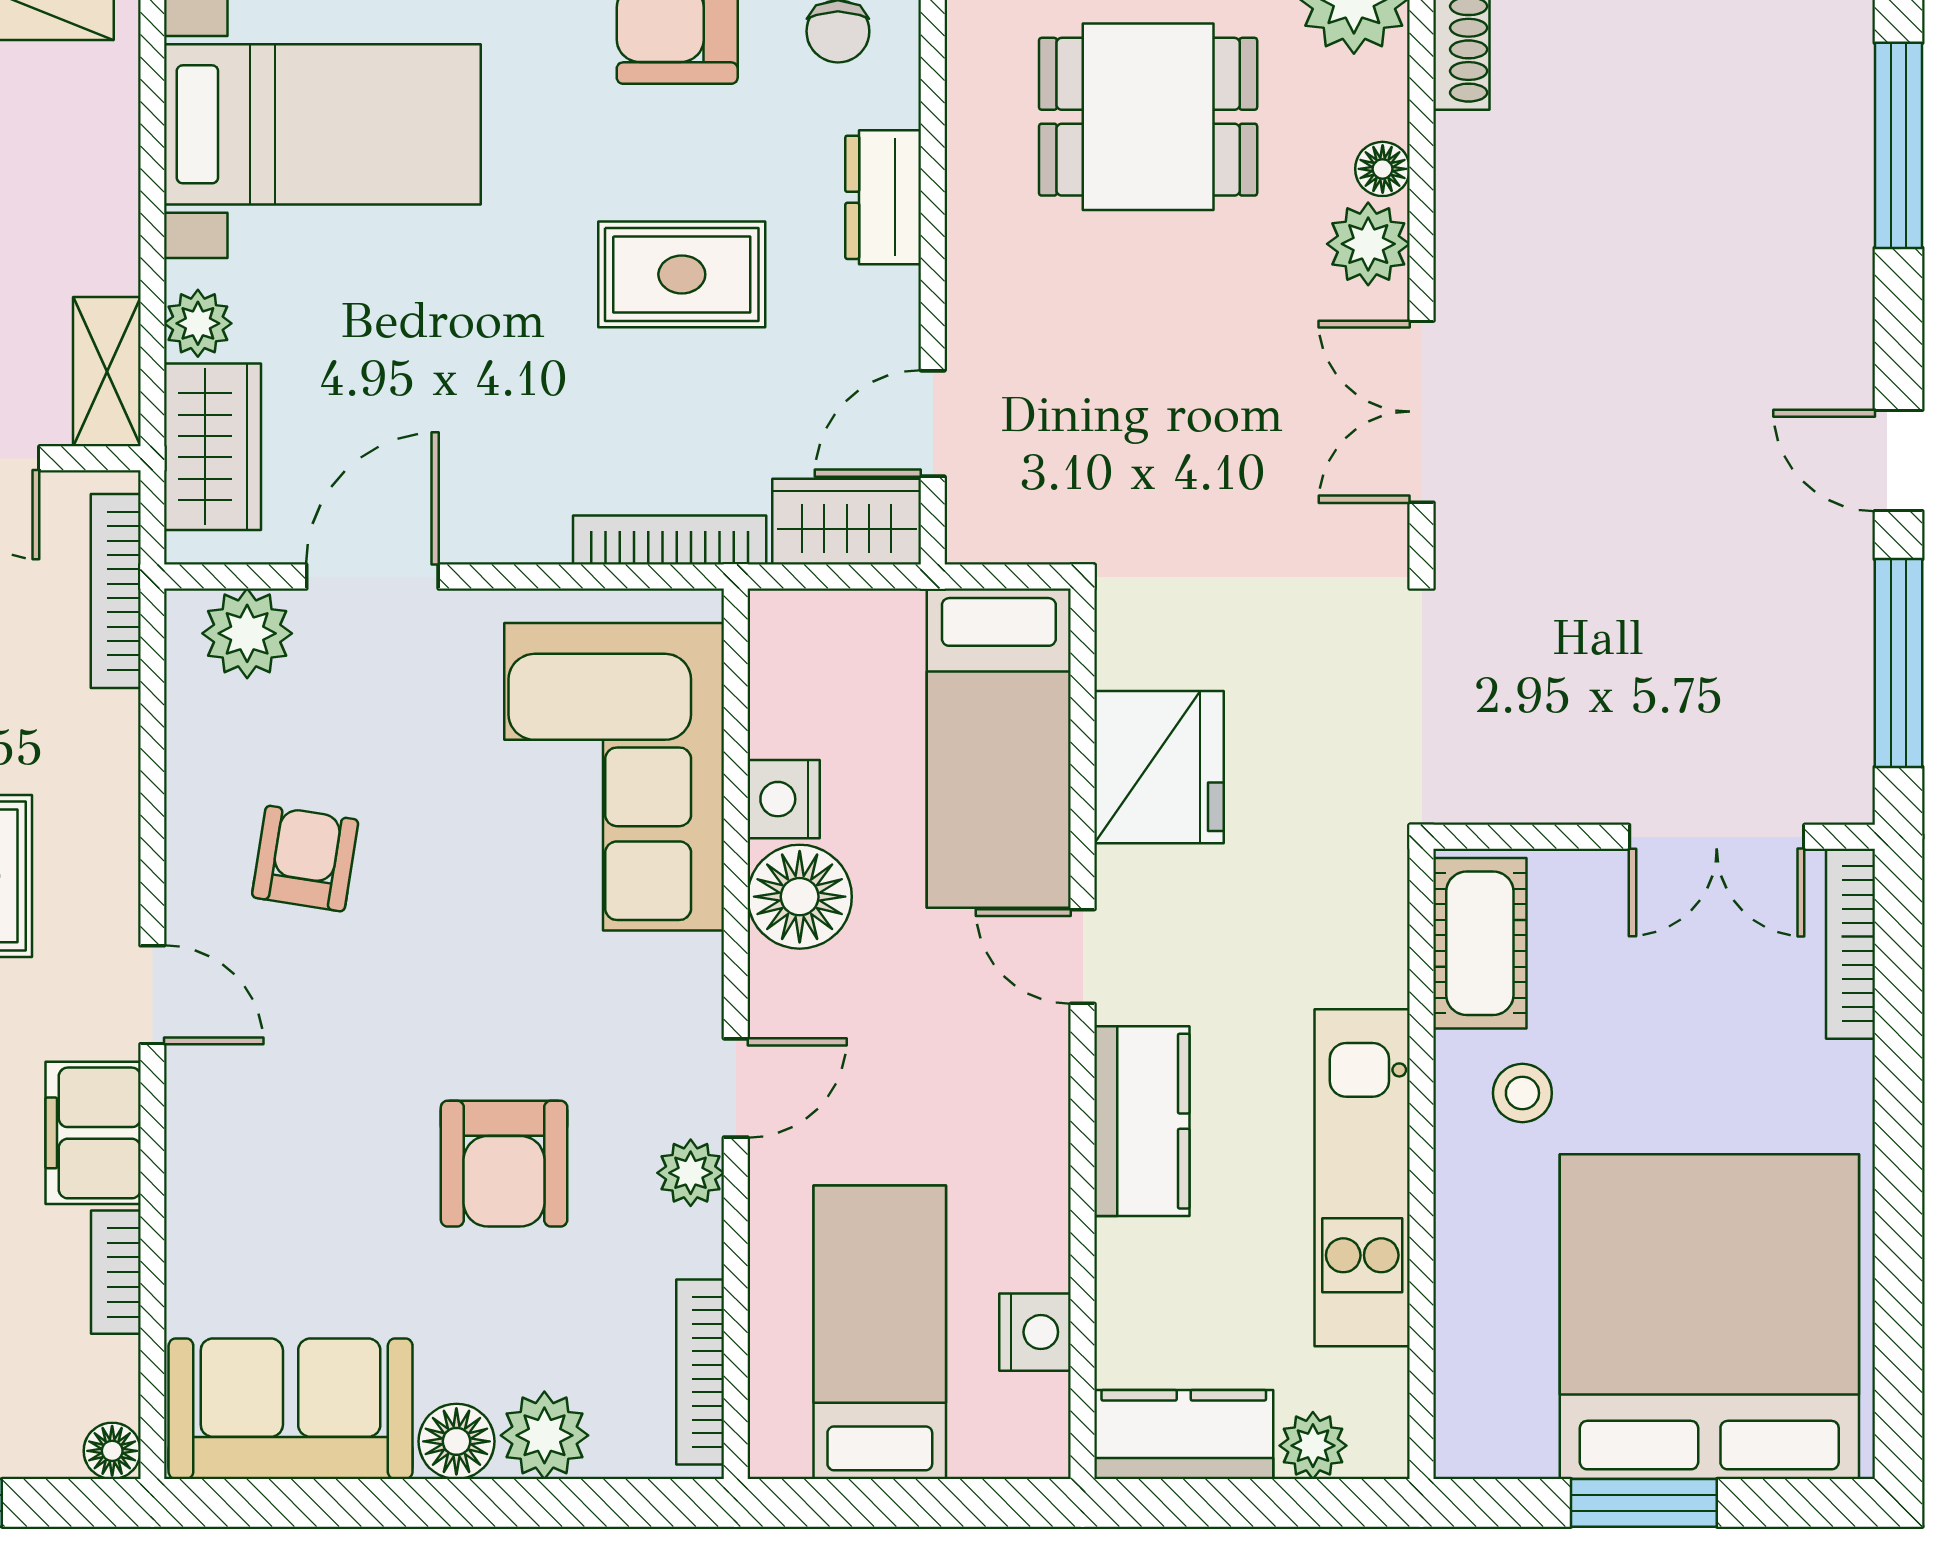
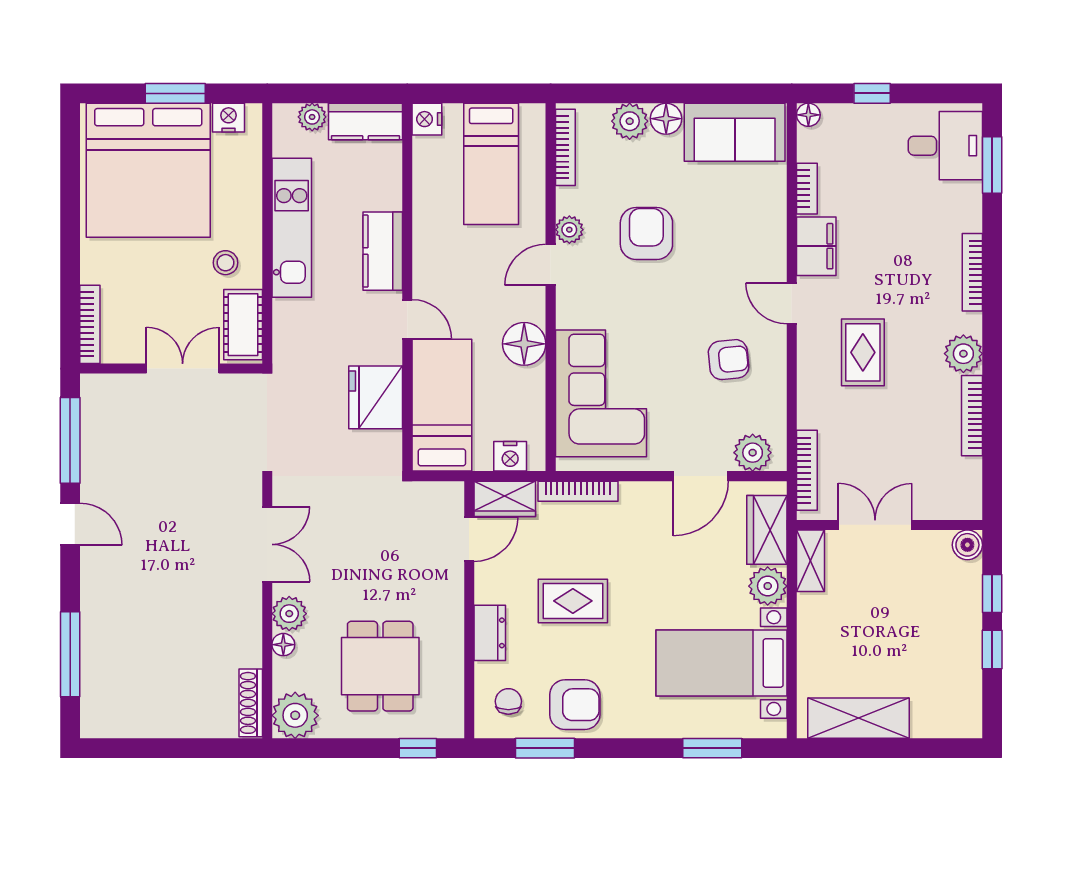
dining table: (1148, 117) -> (380, 666), turned 90
plant: (198, 323) -> (768, 586), width x1.38, depth x1.38
nightstand: (784, 799) -> (510, 456), moved, turned 90
double door: (1717, 837) -> (183, 369), moved
armchair: (305, 859) -> (729, 360), turned -105
nightstand: (1035, 1332) -> (427, 119), moved
nightstand: (1515, 1444) -> (228, 118), added

